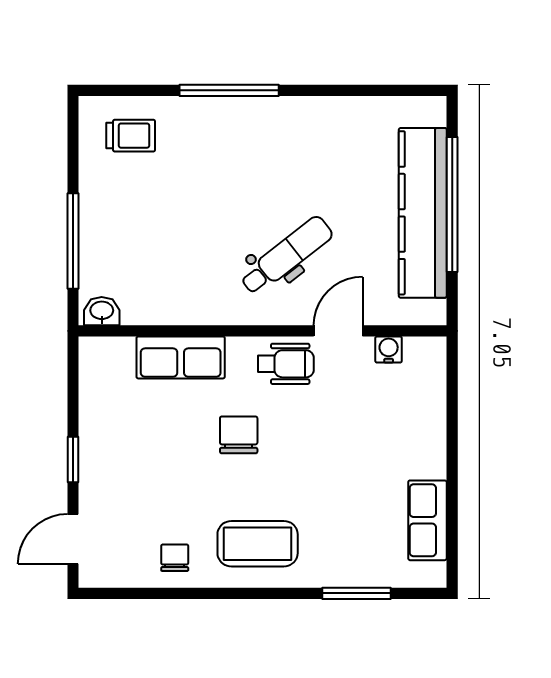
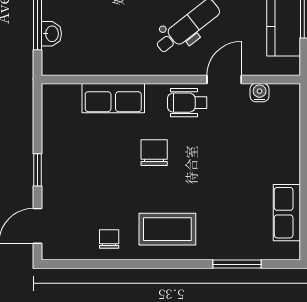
washbasin: (102, 311) -> (51, 34), moved, turned 90
wheelchair: (286, 364) -> (187, 103), turned 180

